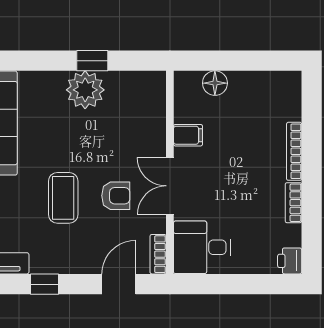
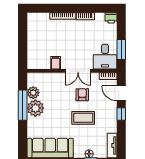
window: (92, 61) -> (23, 105), width x2.17
floor lamp: (215, 83) -> (33, 51), removed
plant: (120, 85) -> (33, 93), added
window: (44, 284) -> (121, 114), moved
window: (218, 284) -> (121, 49), added

